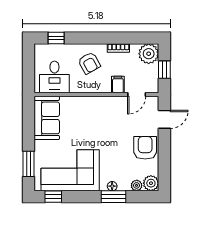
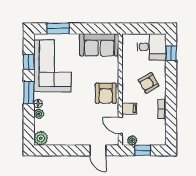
plant: (149, 54) -> (132, 140), moved, width x0.53, depth x0.53
desk: (54, 77) -> (152, 47), moved, turned 180
armchair: (145, 148) -> (106, 93), moved, turned 90
plant: (137, 185) -> (39, 114), moved
window: (53, 197) -> (29, 62), moved
window: (114, 197) -> (29, 93), moved

